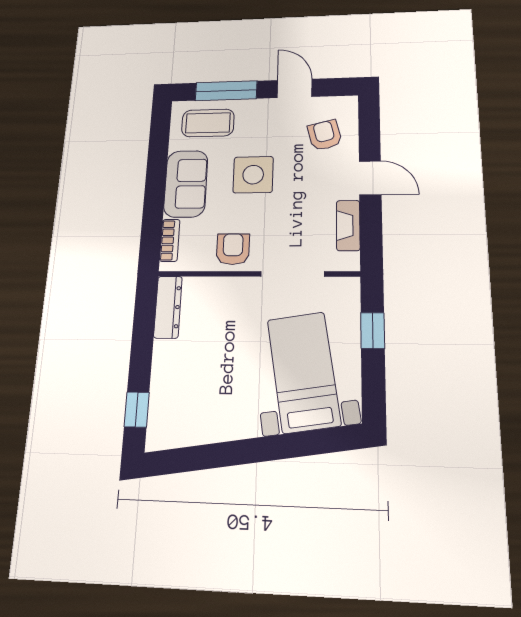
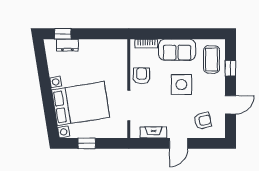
window: (226, 91) -> (230, 68), width x0.46
armchair: (233, 249) -> (142, 76), turned -90
dresser: (168, 307) -> (67, 45), moved, width x0.70
window: (373, 331) -> (87, 143), moved
bed with nightstands: (304, 372) -> (81, 104), width x1.36

